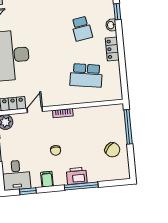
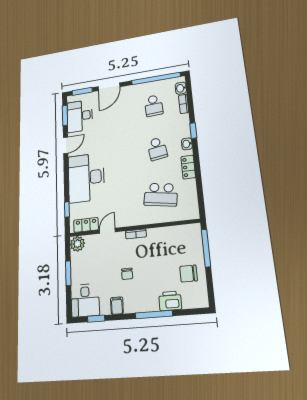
chair: (112, 150) -> (189, 274), turned 137
printer: (77, 176) -> (170, 301), moved

